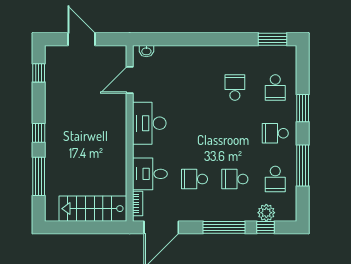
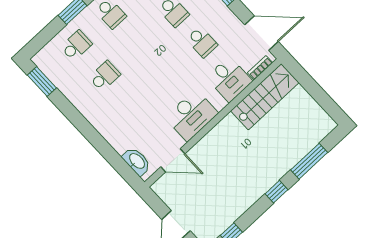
washbasin: (146, 51) -> (137, 161), width x1.91, depth x1.45
school desk: (235, 87) -> (105, 76), turned 180
stairs: (93, 209) -> (265, 97), moved, turned -90

